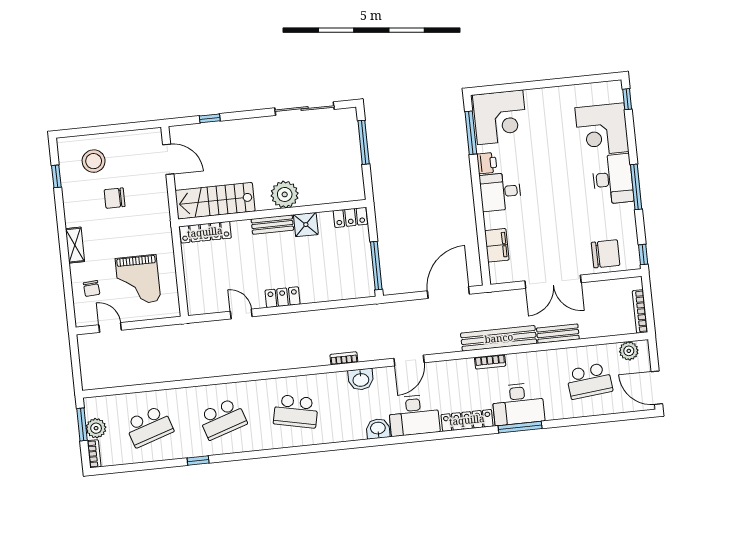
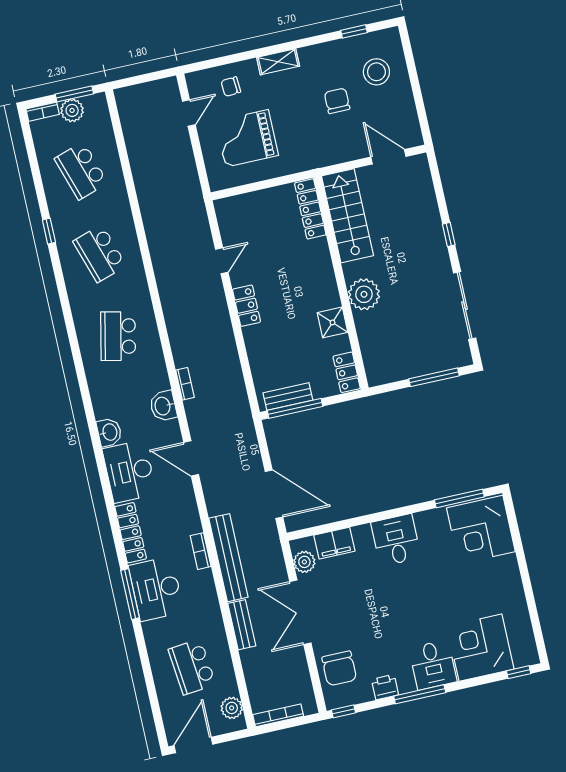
window: (210, 118) -> (449, 234), moved
door: (168, 159) -> (388, 157), swing flipped
printer: (487, 163) -> (385, 687), moved, turned 180
desk: (613, 179) -> (433, 665), width x0.73
bench: (272, 225) -> (288, 397), moved, turned 90
plant: (510, 273) -> (304, 562), added

